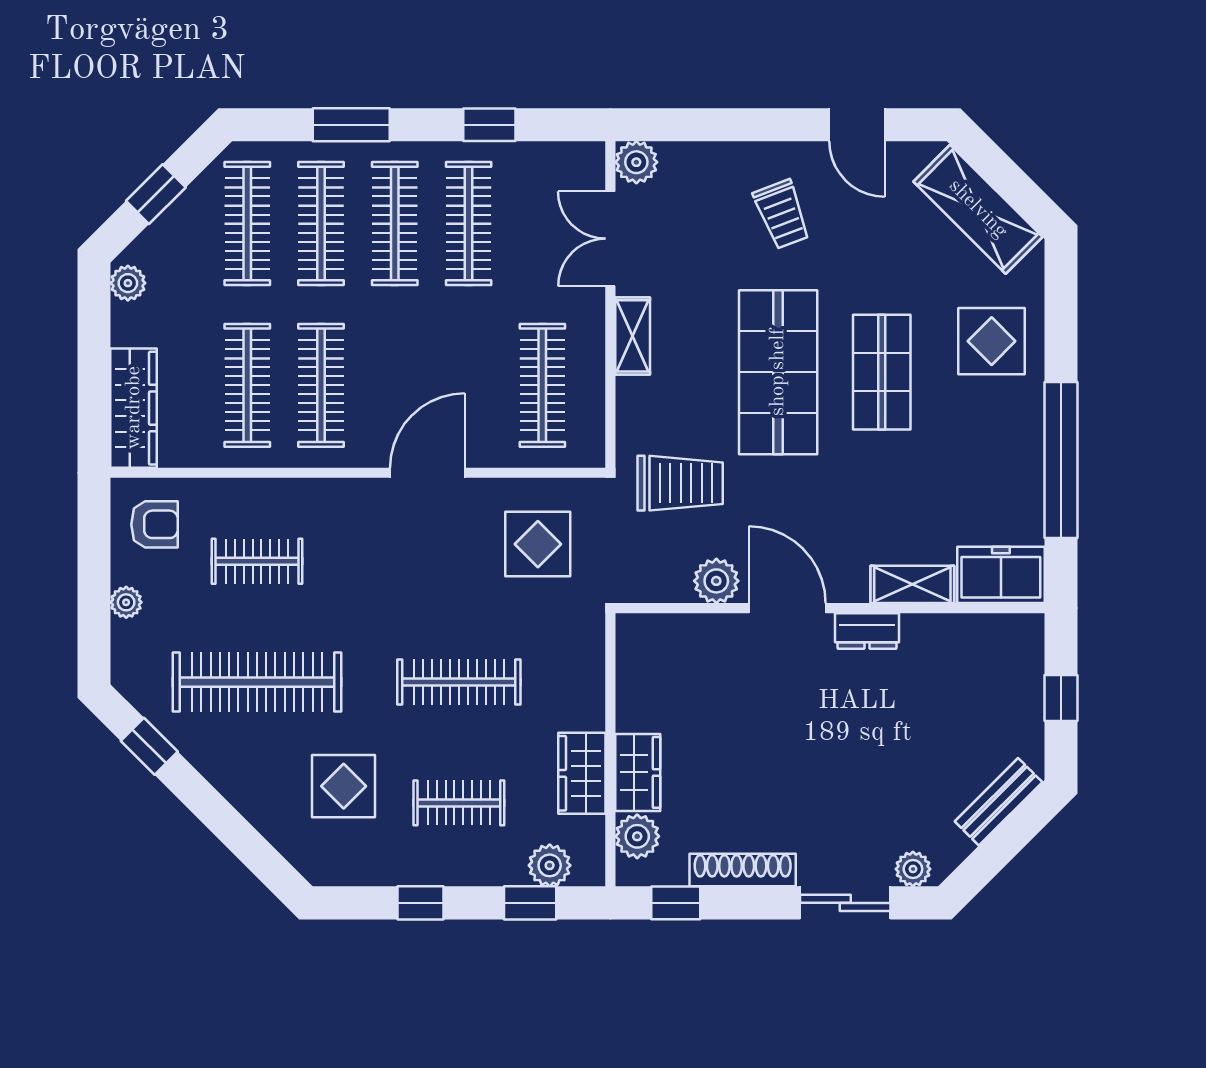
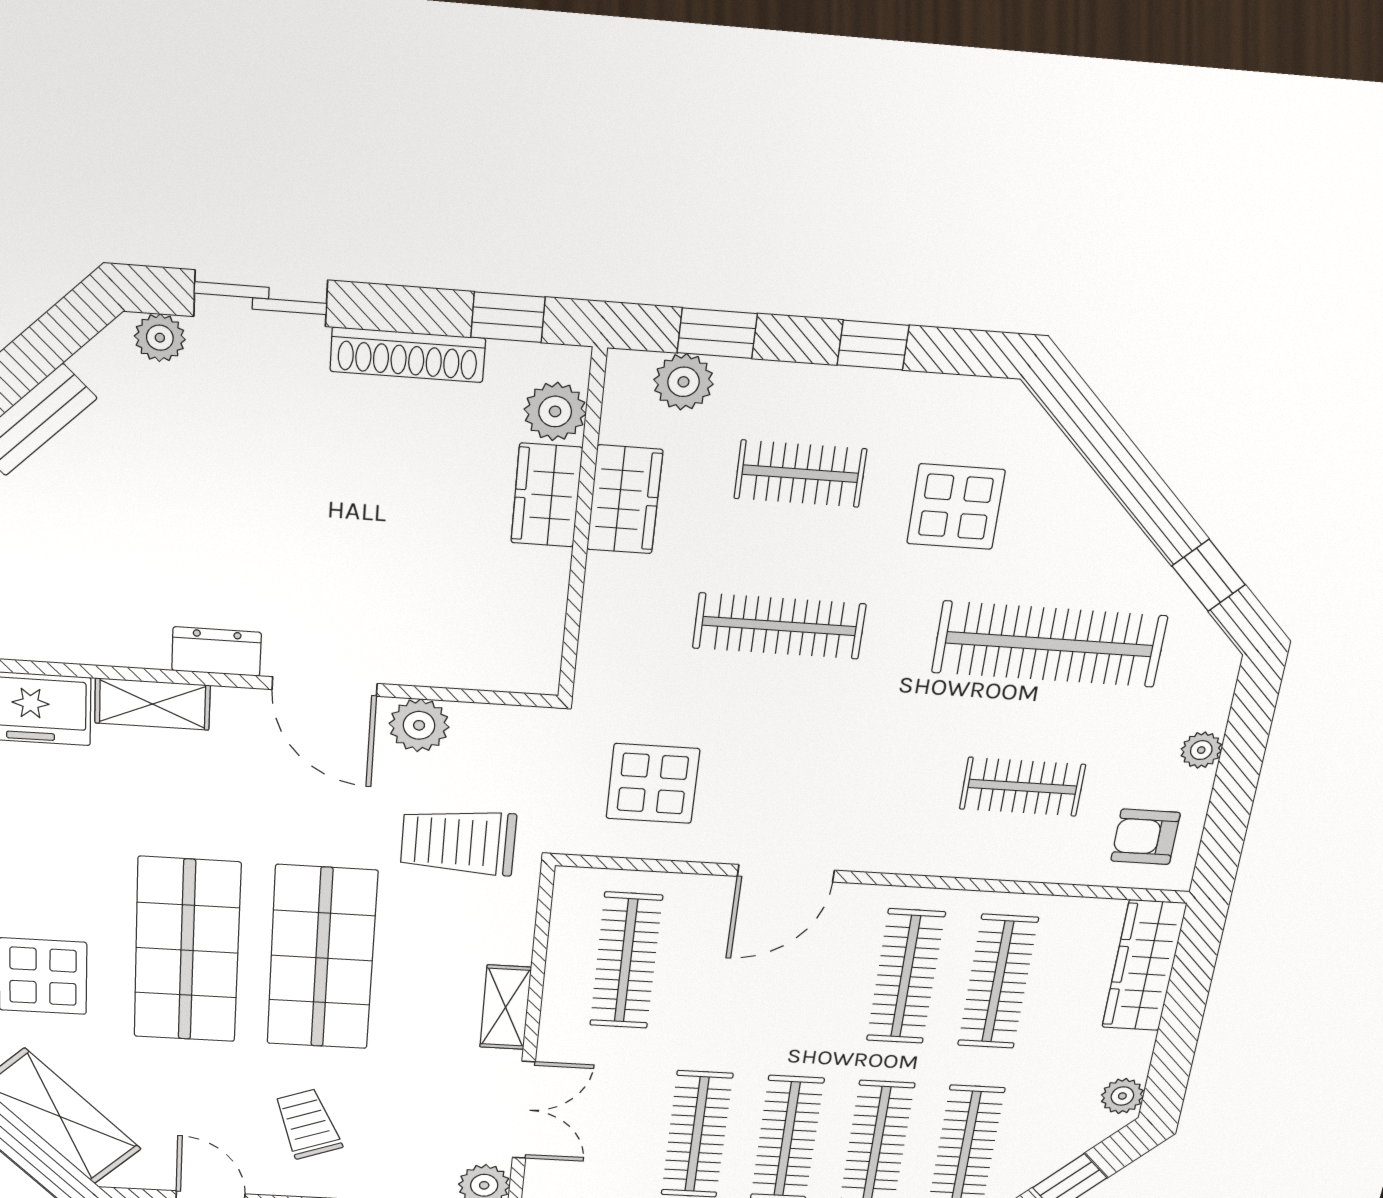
shop shelf: (882, 372) -> (187, 950), width x1.43, depth x1.36

